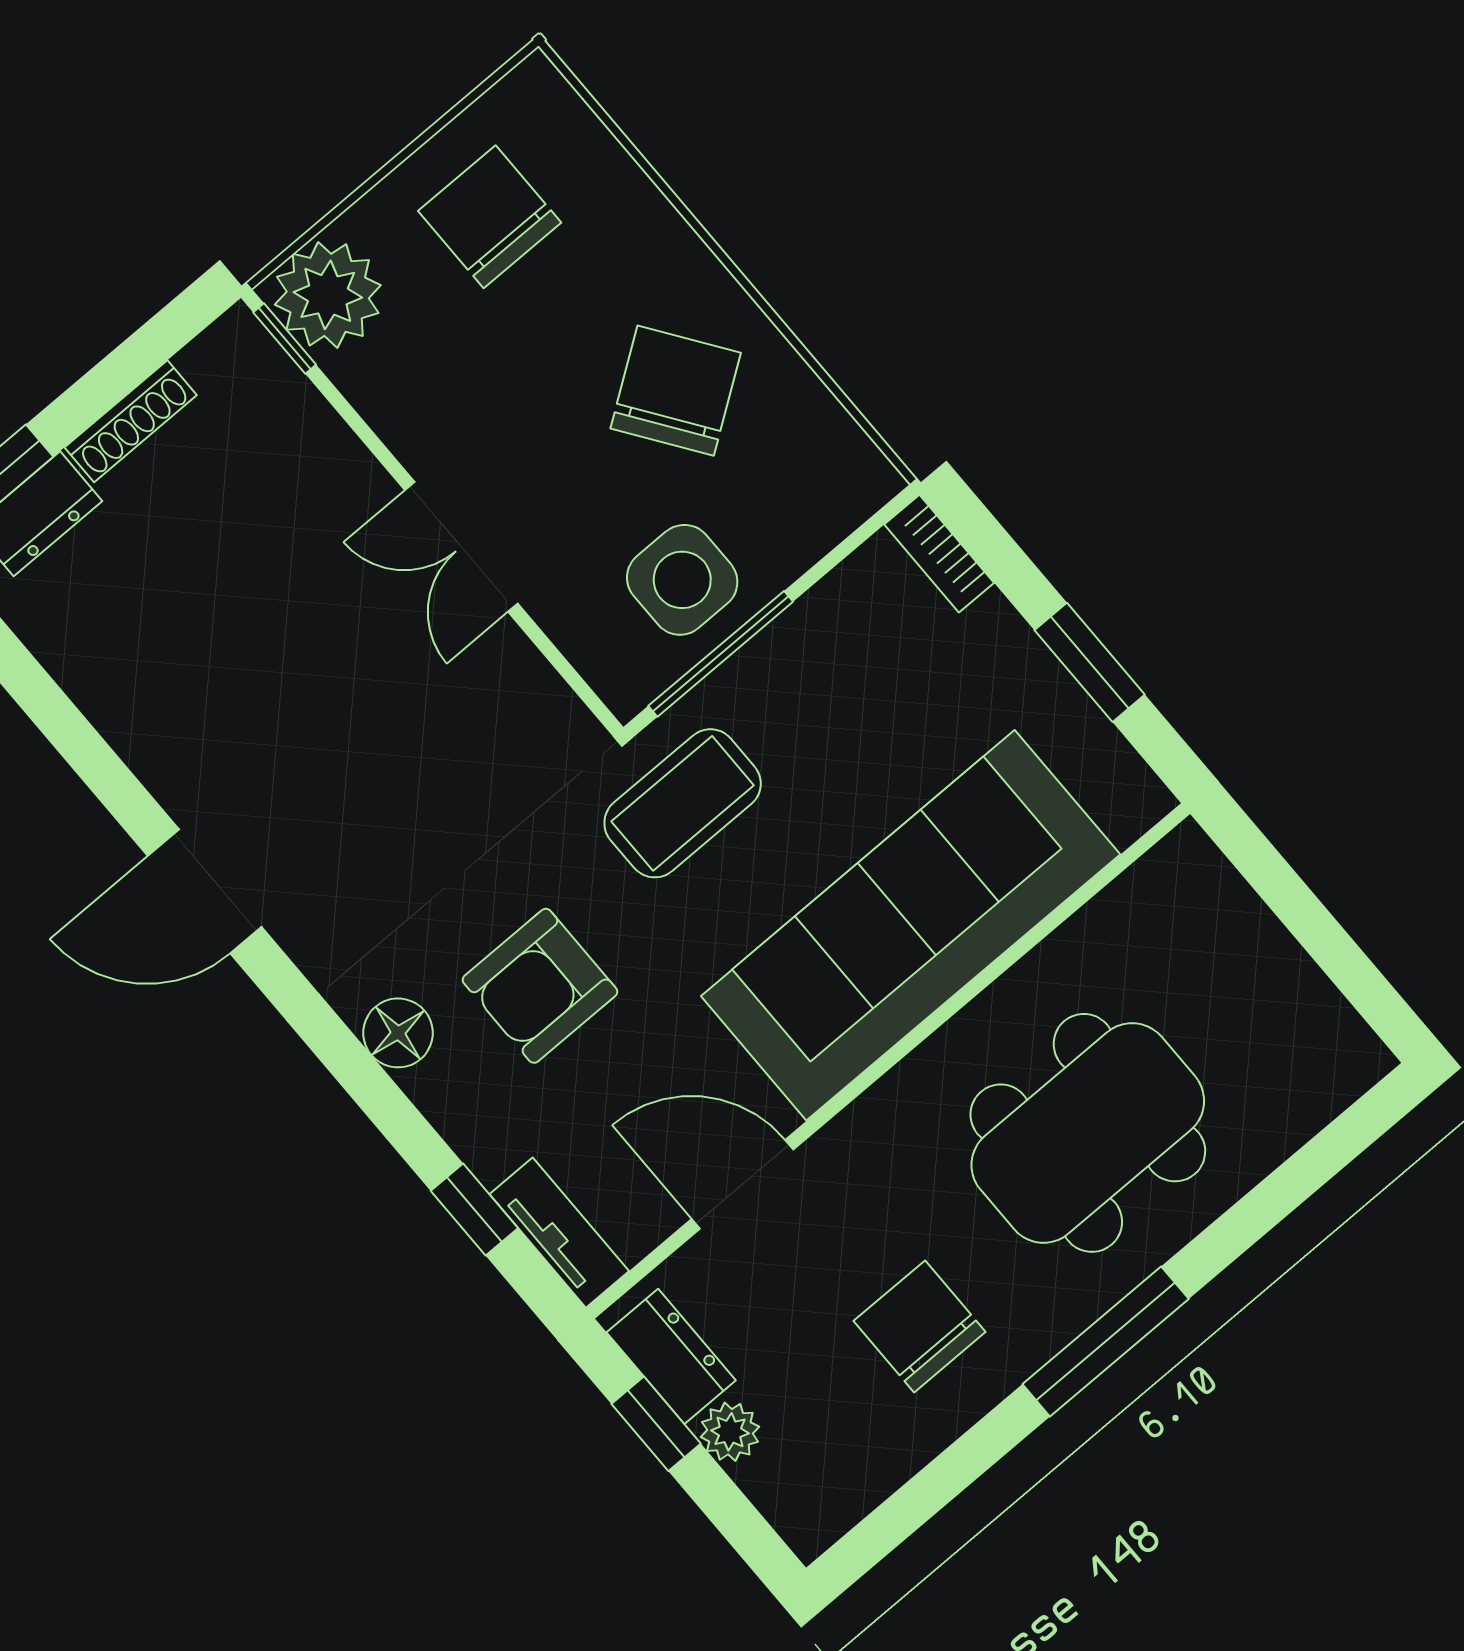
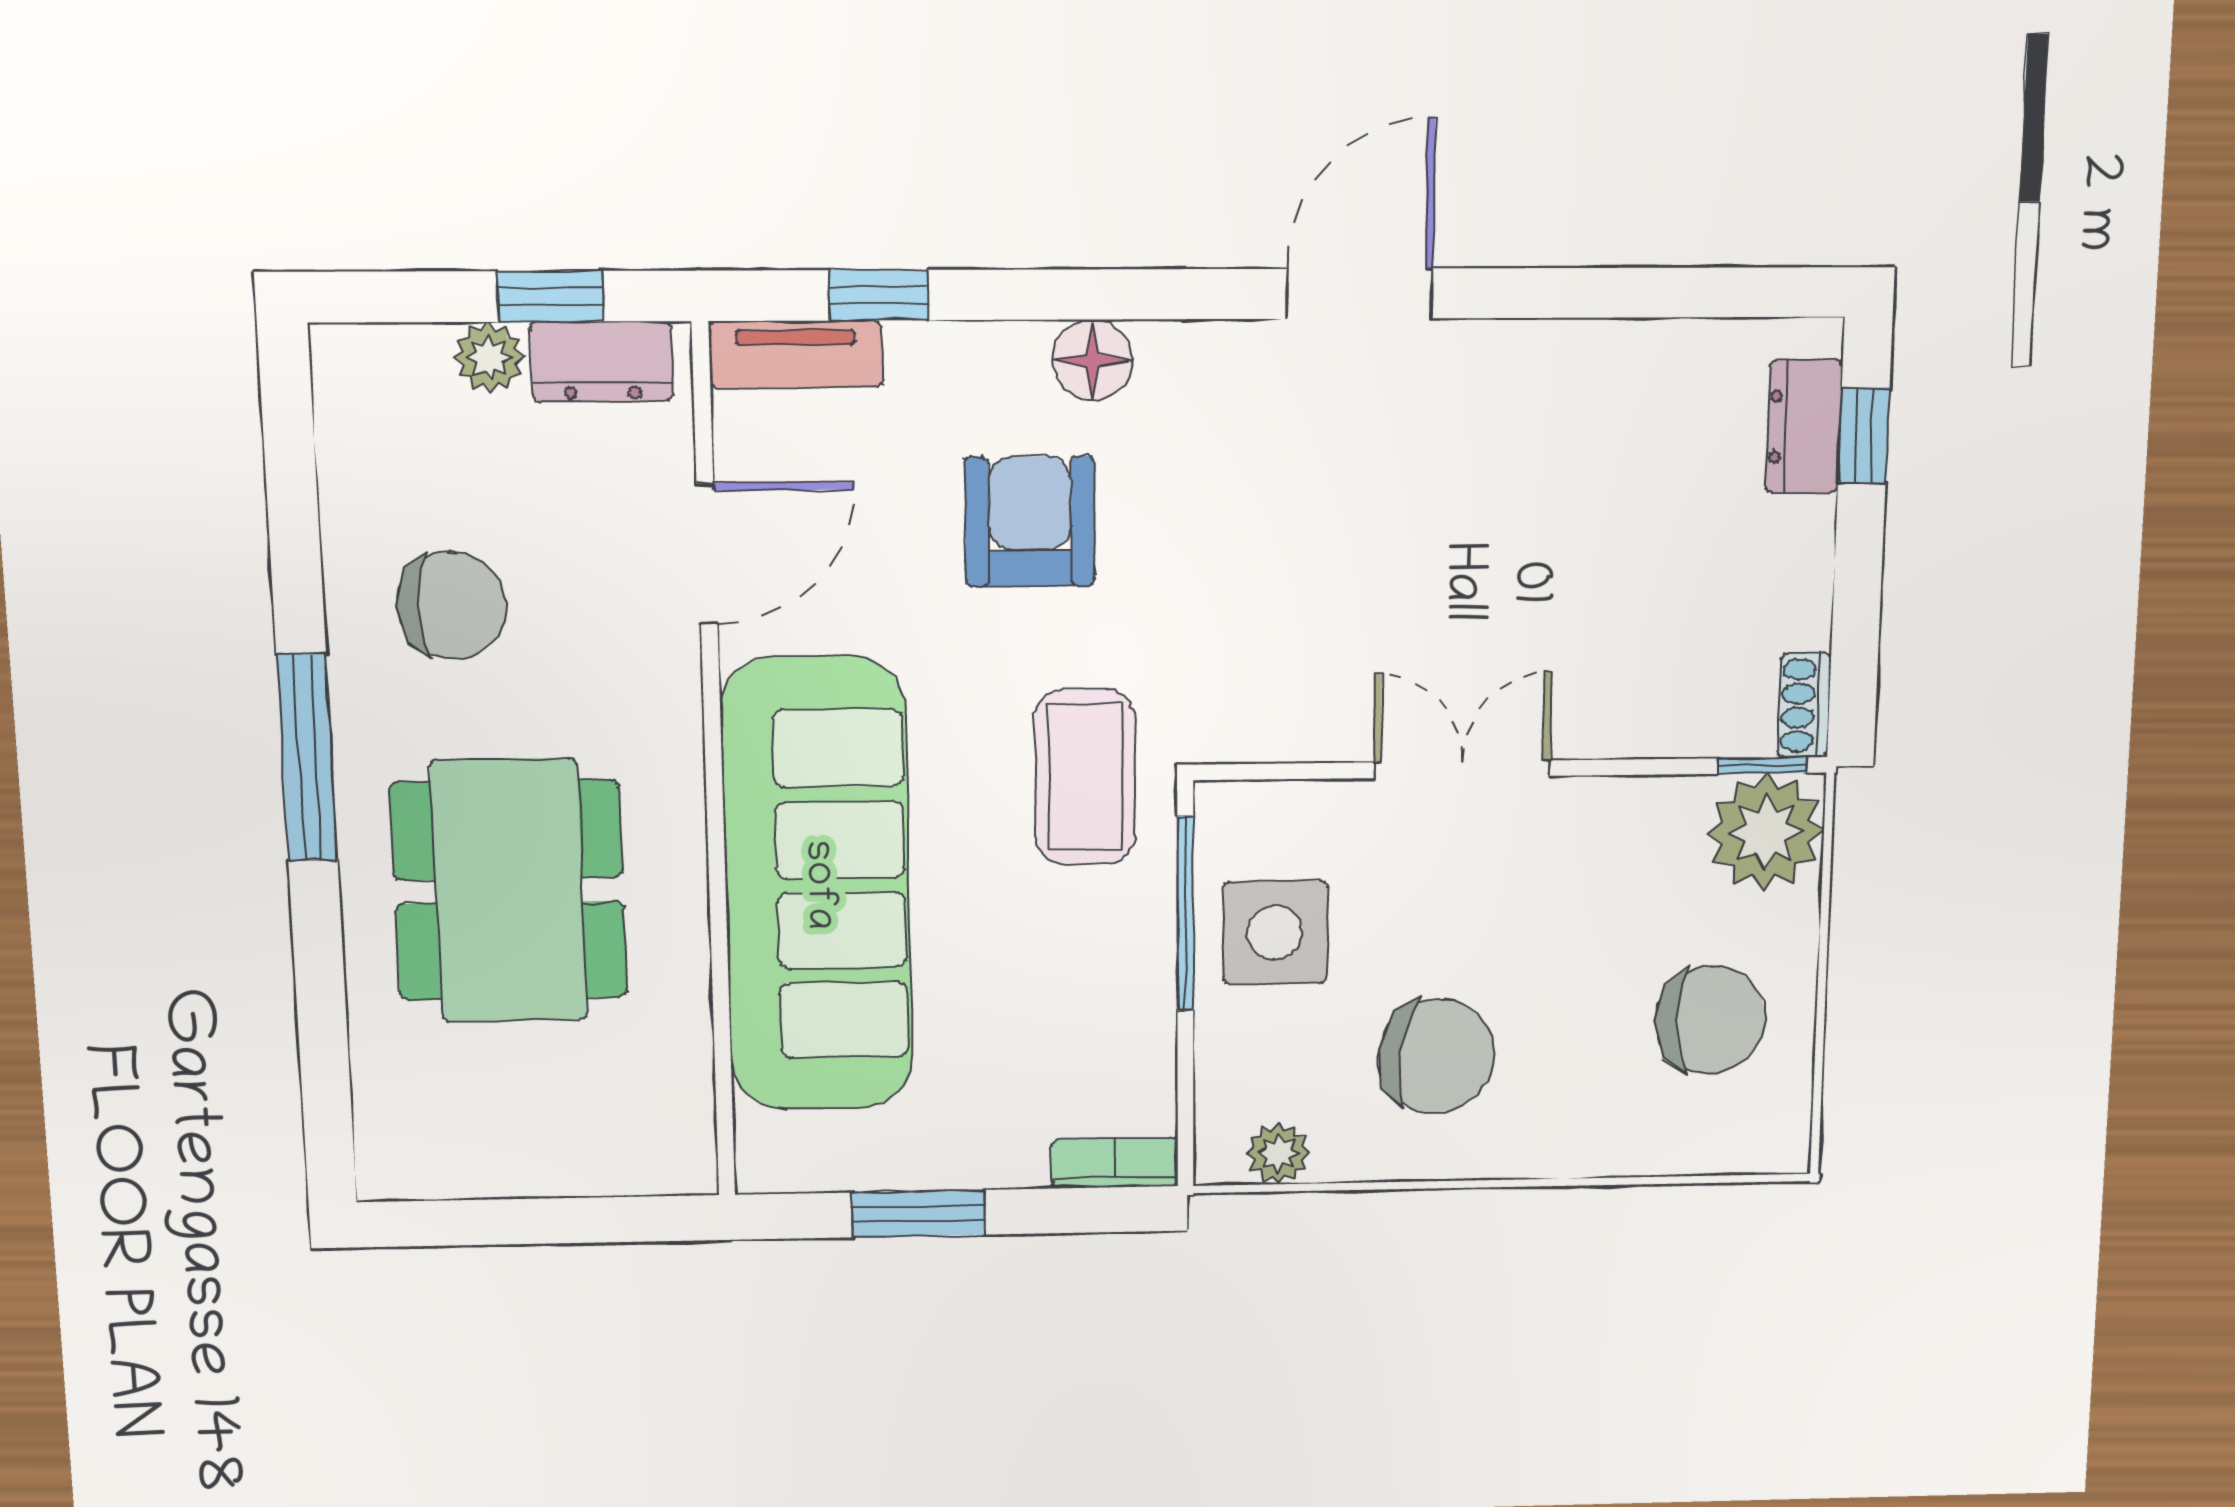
chair: (676, 391) -> (1436, 1056), turned -47
shoe rack: (131, 421) -> (1804, 705), moved, width x0.70
plant: (837, 443) -> (1278, 1153), added

